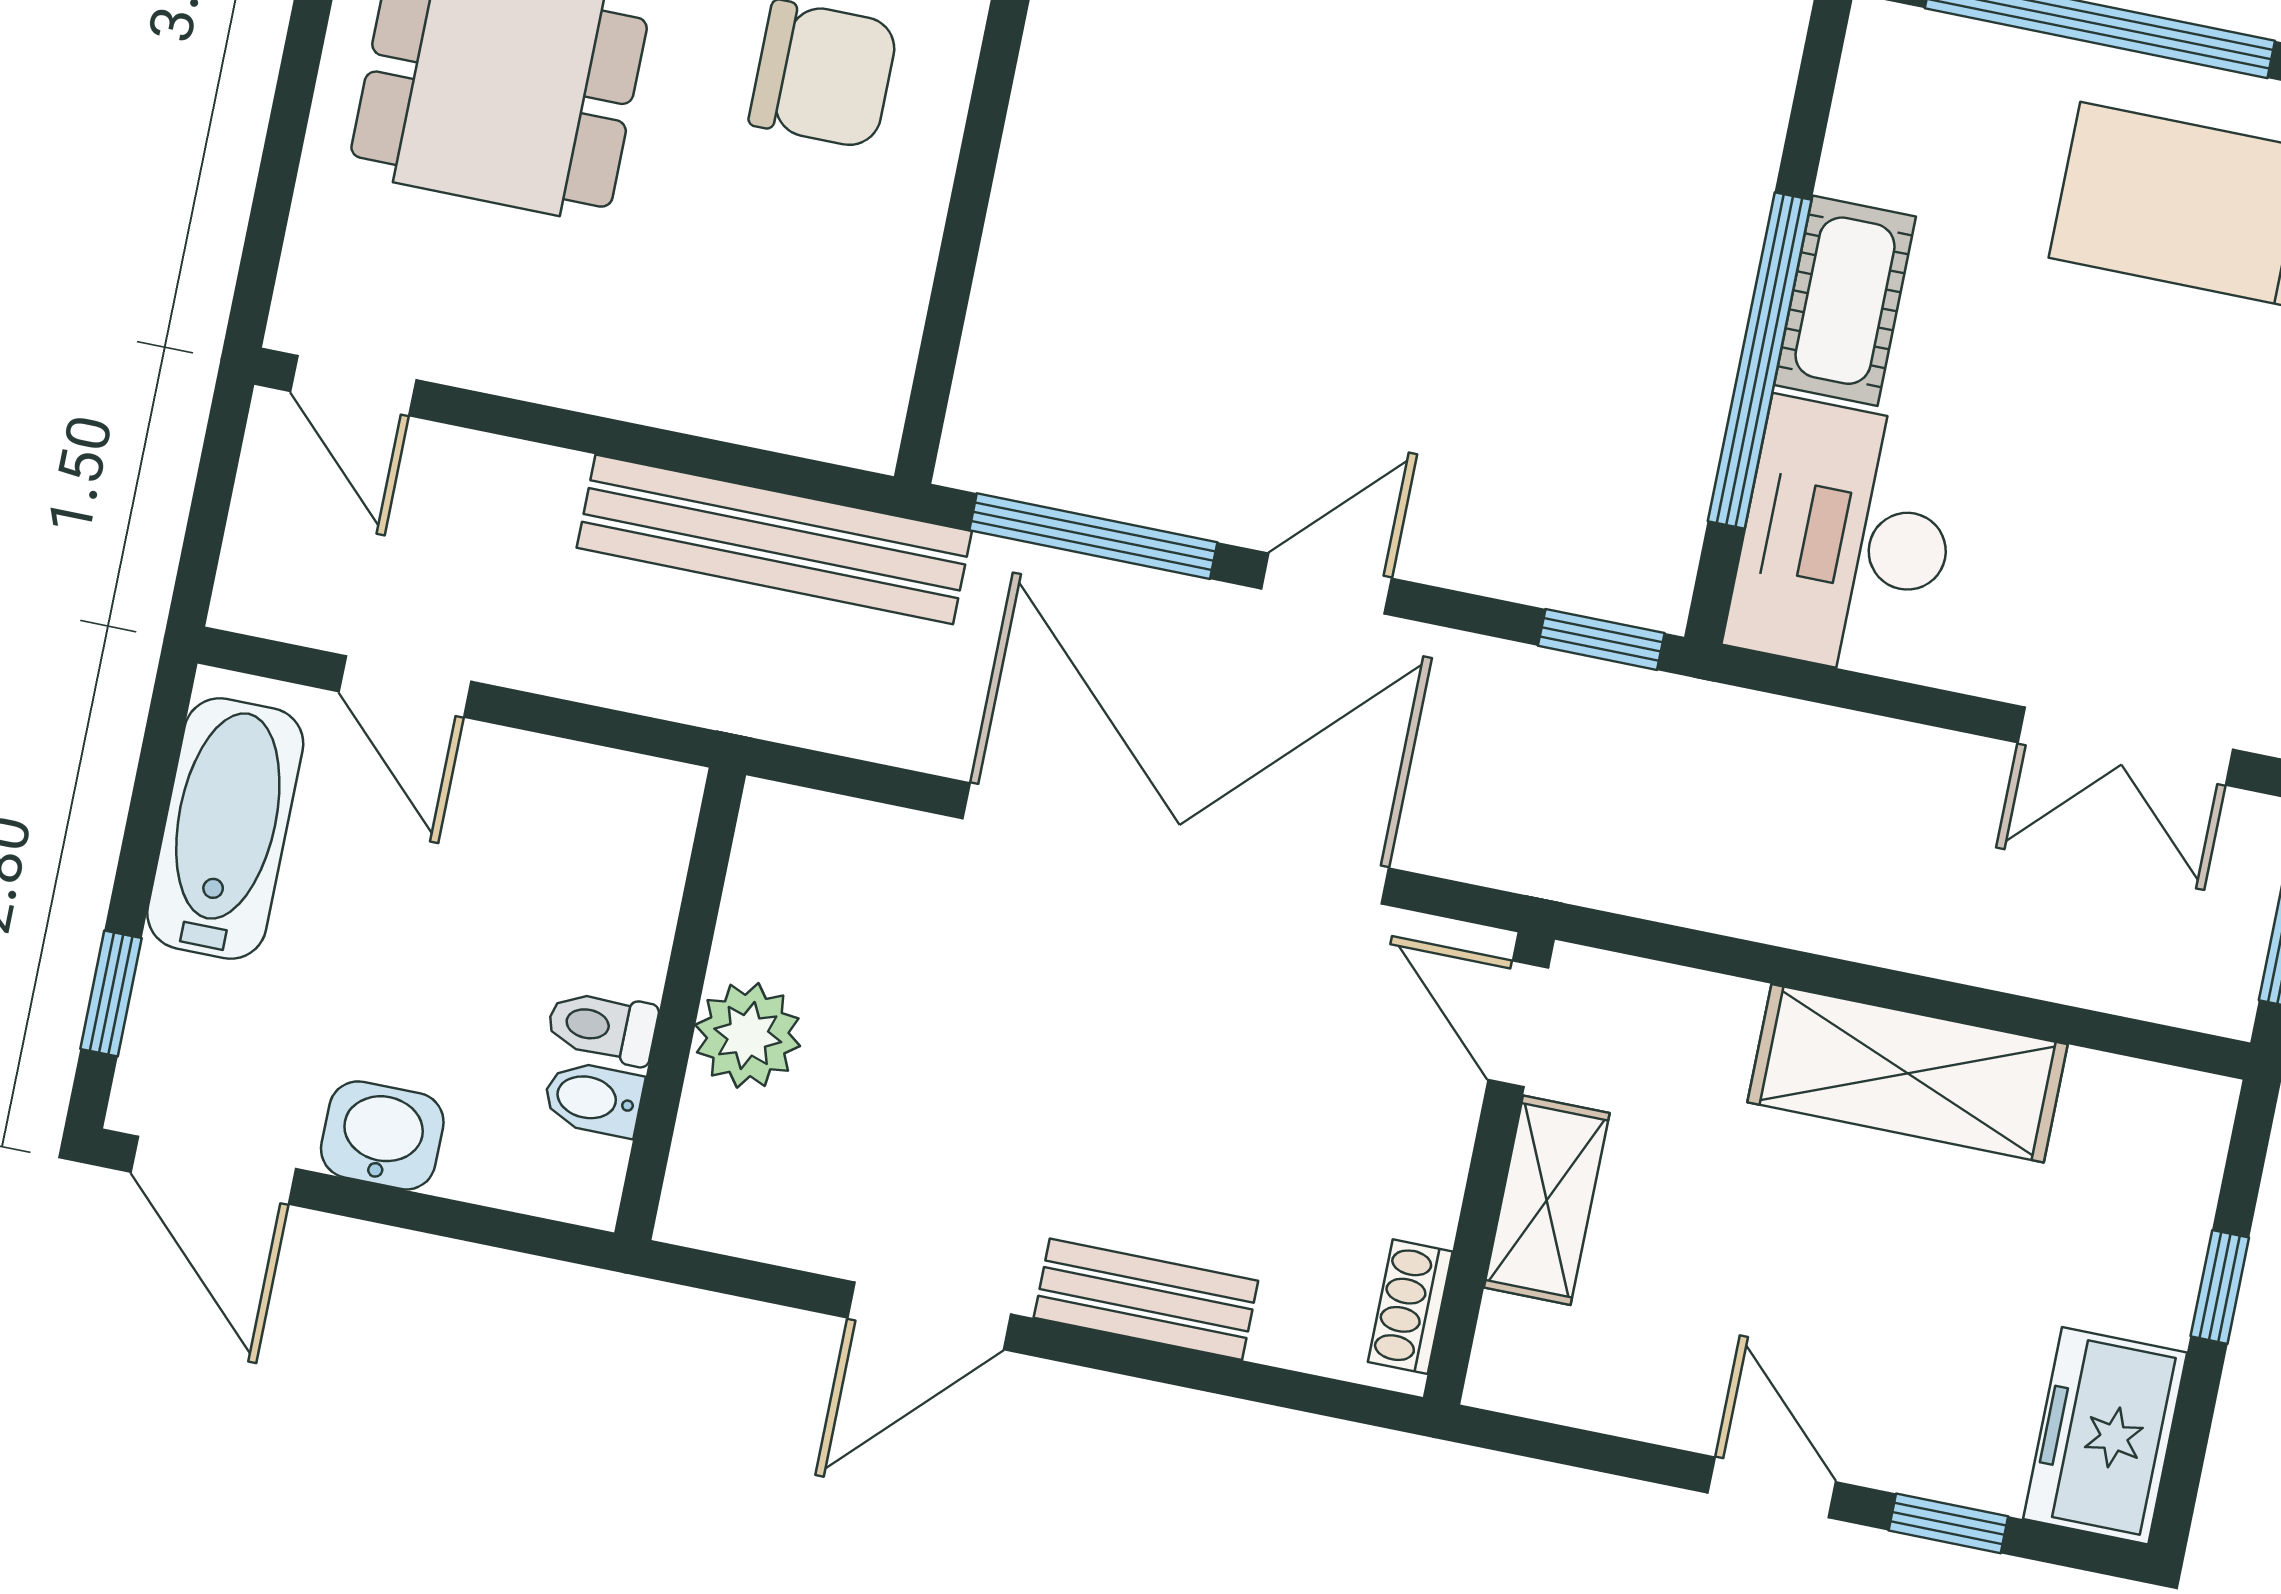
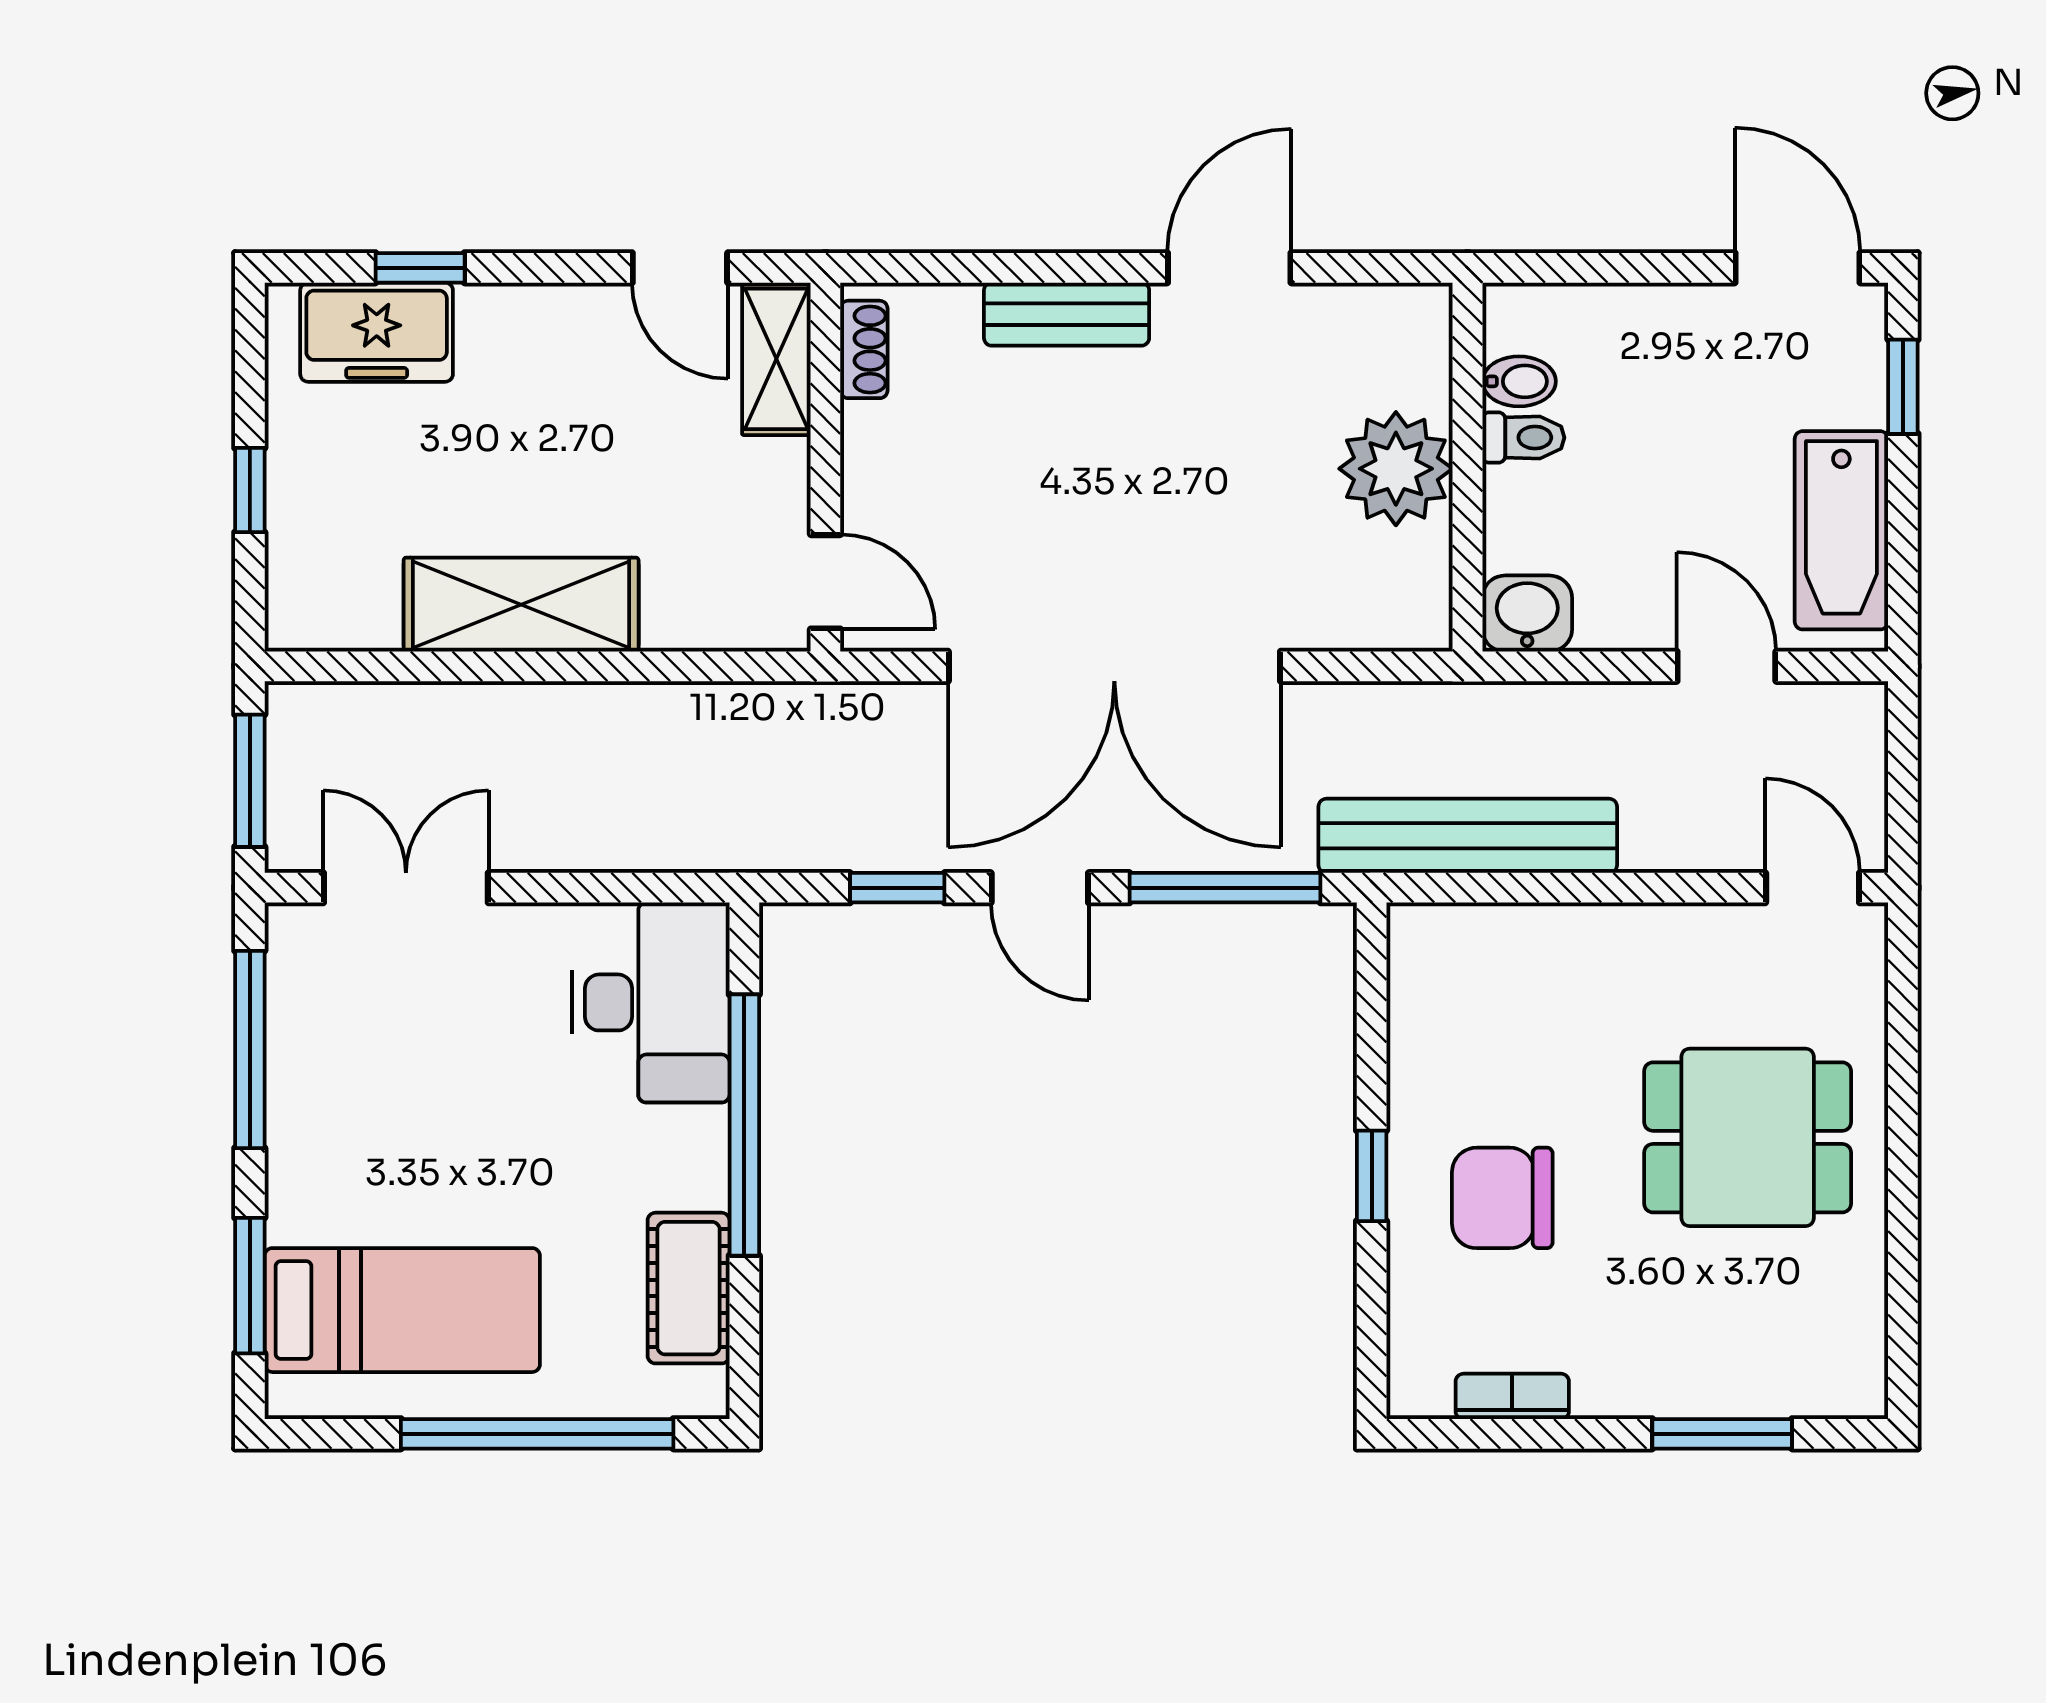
window: (983, 136) -> (1372, 1176), added
cot: (1845, 301) -> (689, 1288), moved
door: (1327, 584) -> (1040, 888), hinge flipped
window: (1601, 639) -> (897, 888), moved
plant: (748, 1035) -> (1396, 469), width x1.36, depth x1.36
washbasin: (382, 1135) -> (1527, 614), moved, turned 180
shelving: (1547, 1200) -> (776, 359), moved
freezer: (2105, 1436) -> (377, 332), moved, turned 90
door: (1772, 1487) -> (680, 268), moved

